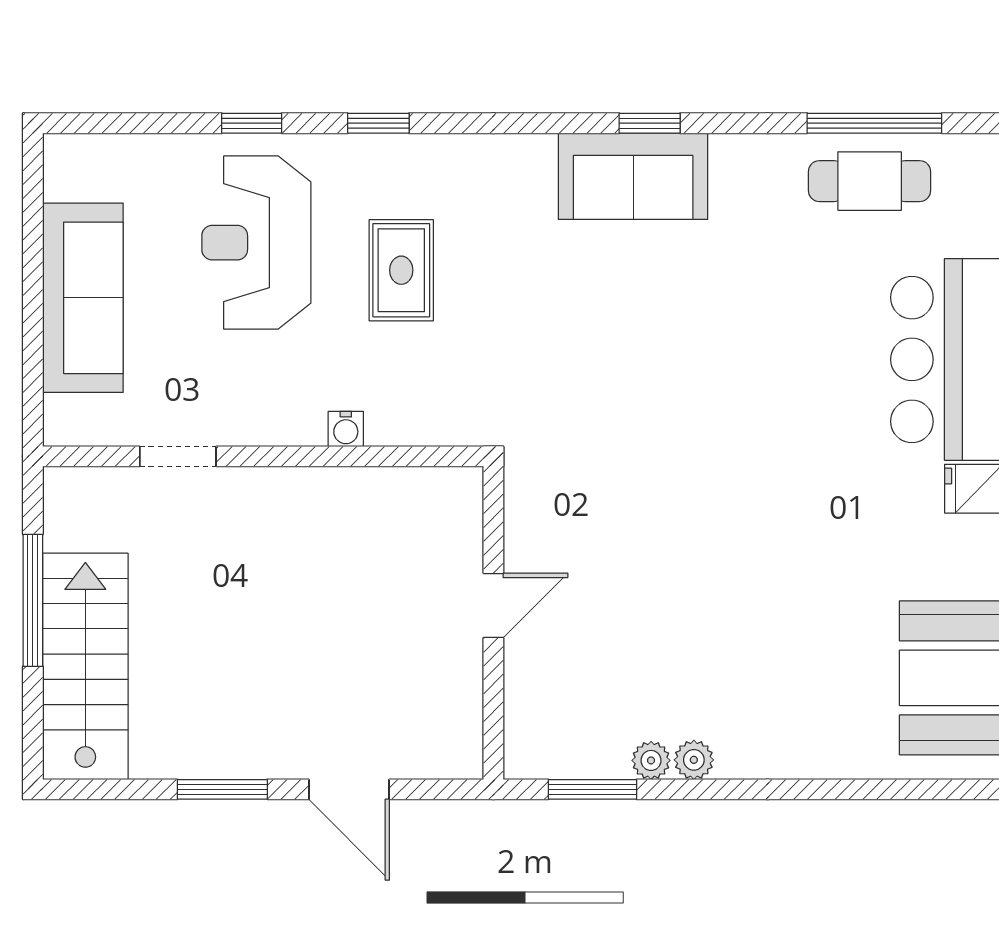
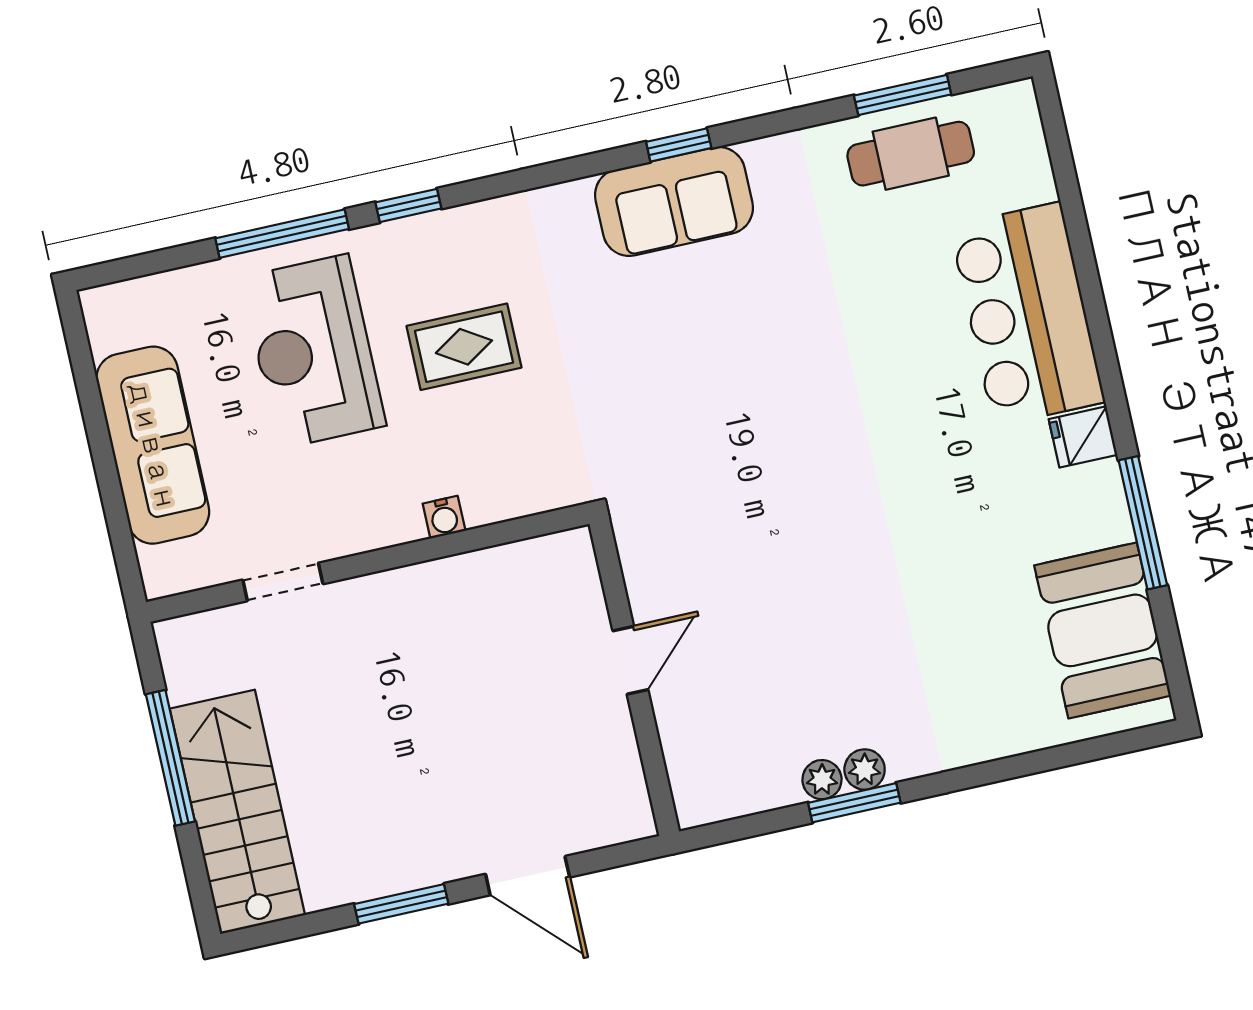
window: (252, 123) -> (282, 234), width x2.17
window: (874, 123) -> (903, 95), width x0.69
rug: (401, 270) -> (464, 347), turned 90
window: (592, 789) -> (854, 803), moved

